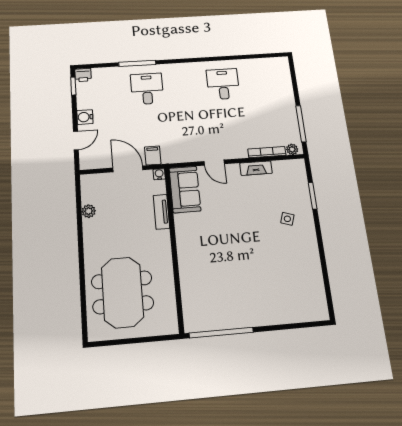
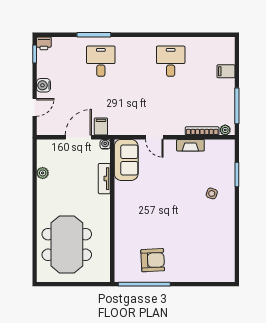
filing cabinet: (284, 90) -> (226, 71), added
door: (128, 169) -> (78, 137), hinge flipped
armchair: (228, 302) -> (153, 260), added

